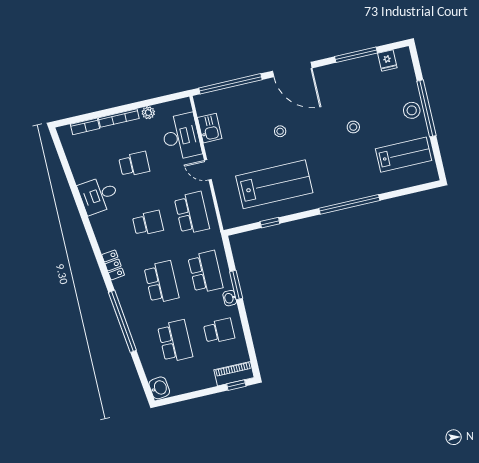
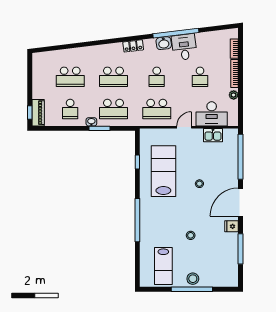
fridge: (387, 61) -> (231, 226), moved
lab bench: (274, 184) -> (163, 171), turned 180
window: (122, 321) -> (176, 33), moved
washbasin: (159, 388) -> (164, 43), moved

